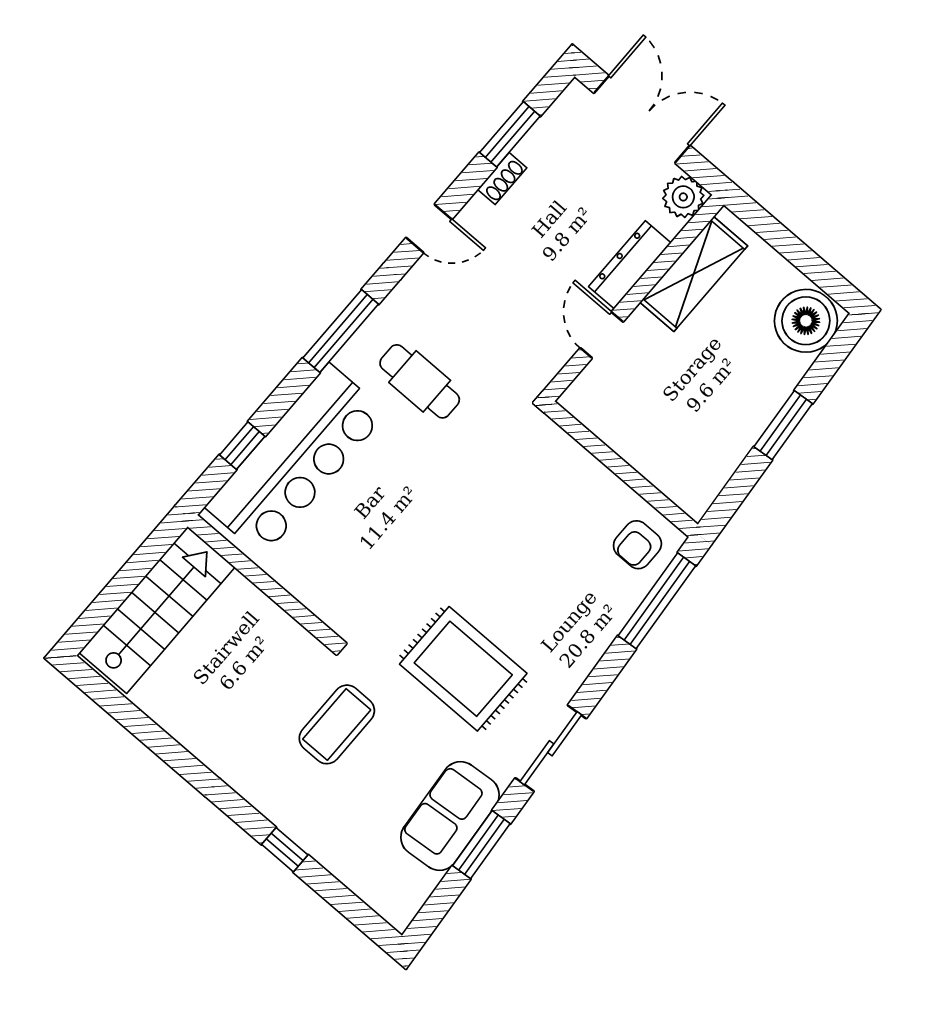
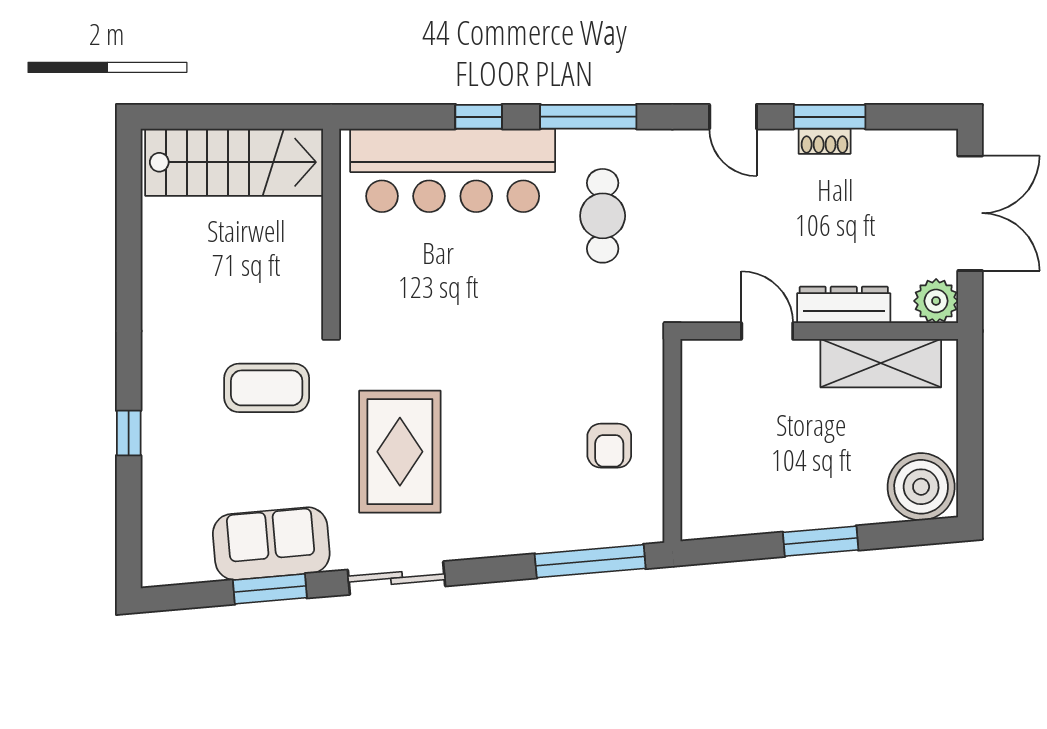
window: (510, 134) -> (830, 117), moved
door: (602, 335) -> (767, 331), hinge flipped
window: (242, 446) -> (479, 117), moved
armchair: (637, 545) -> (609, 446), moved, turned -90

